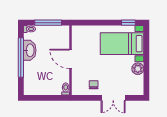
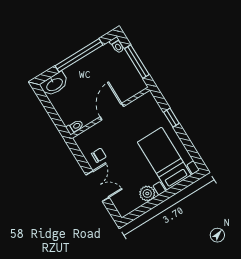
window: (128, 23) -> (171, 118), moved
washbasin: (30, 50) -> (54, 84), moved
double door: (113, 98) -> (98, 186), swing flipped

